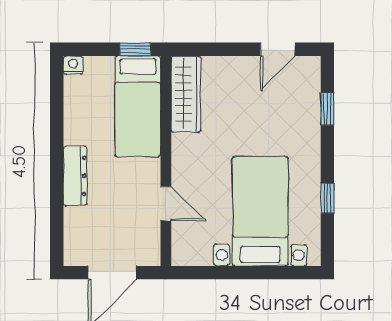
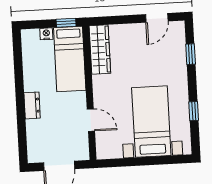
nightstand: (73, 65) -> (46, 34), moved
dresser: (75, 176) -> (32, 105), width x0.70

